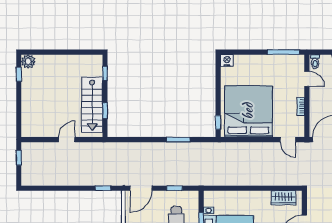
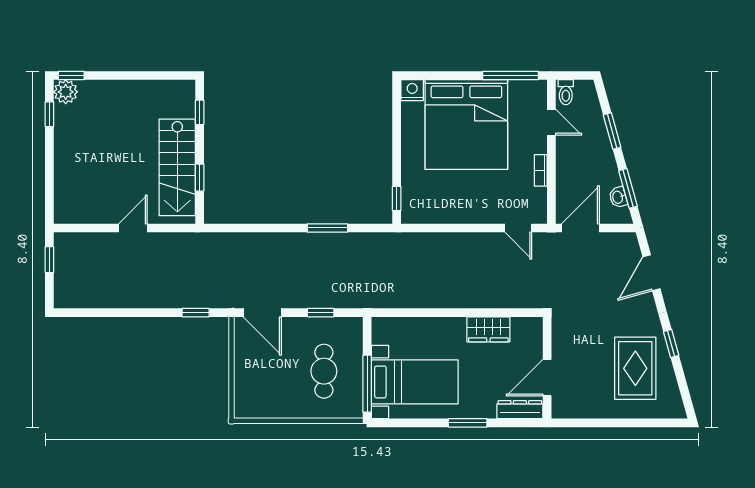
window: (31, 52) -> (71, 76), added
bed: (248, 111) -> (466, 125), moved, turned 180
door: (141, 188) -> (262, 313), hinge flipped
wardrobe: (283, 198) -> (488, 329), moved

